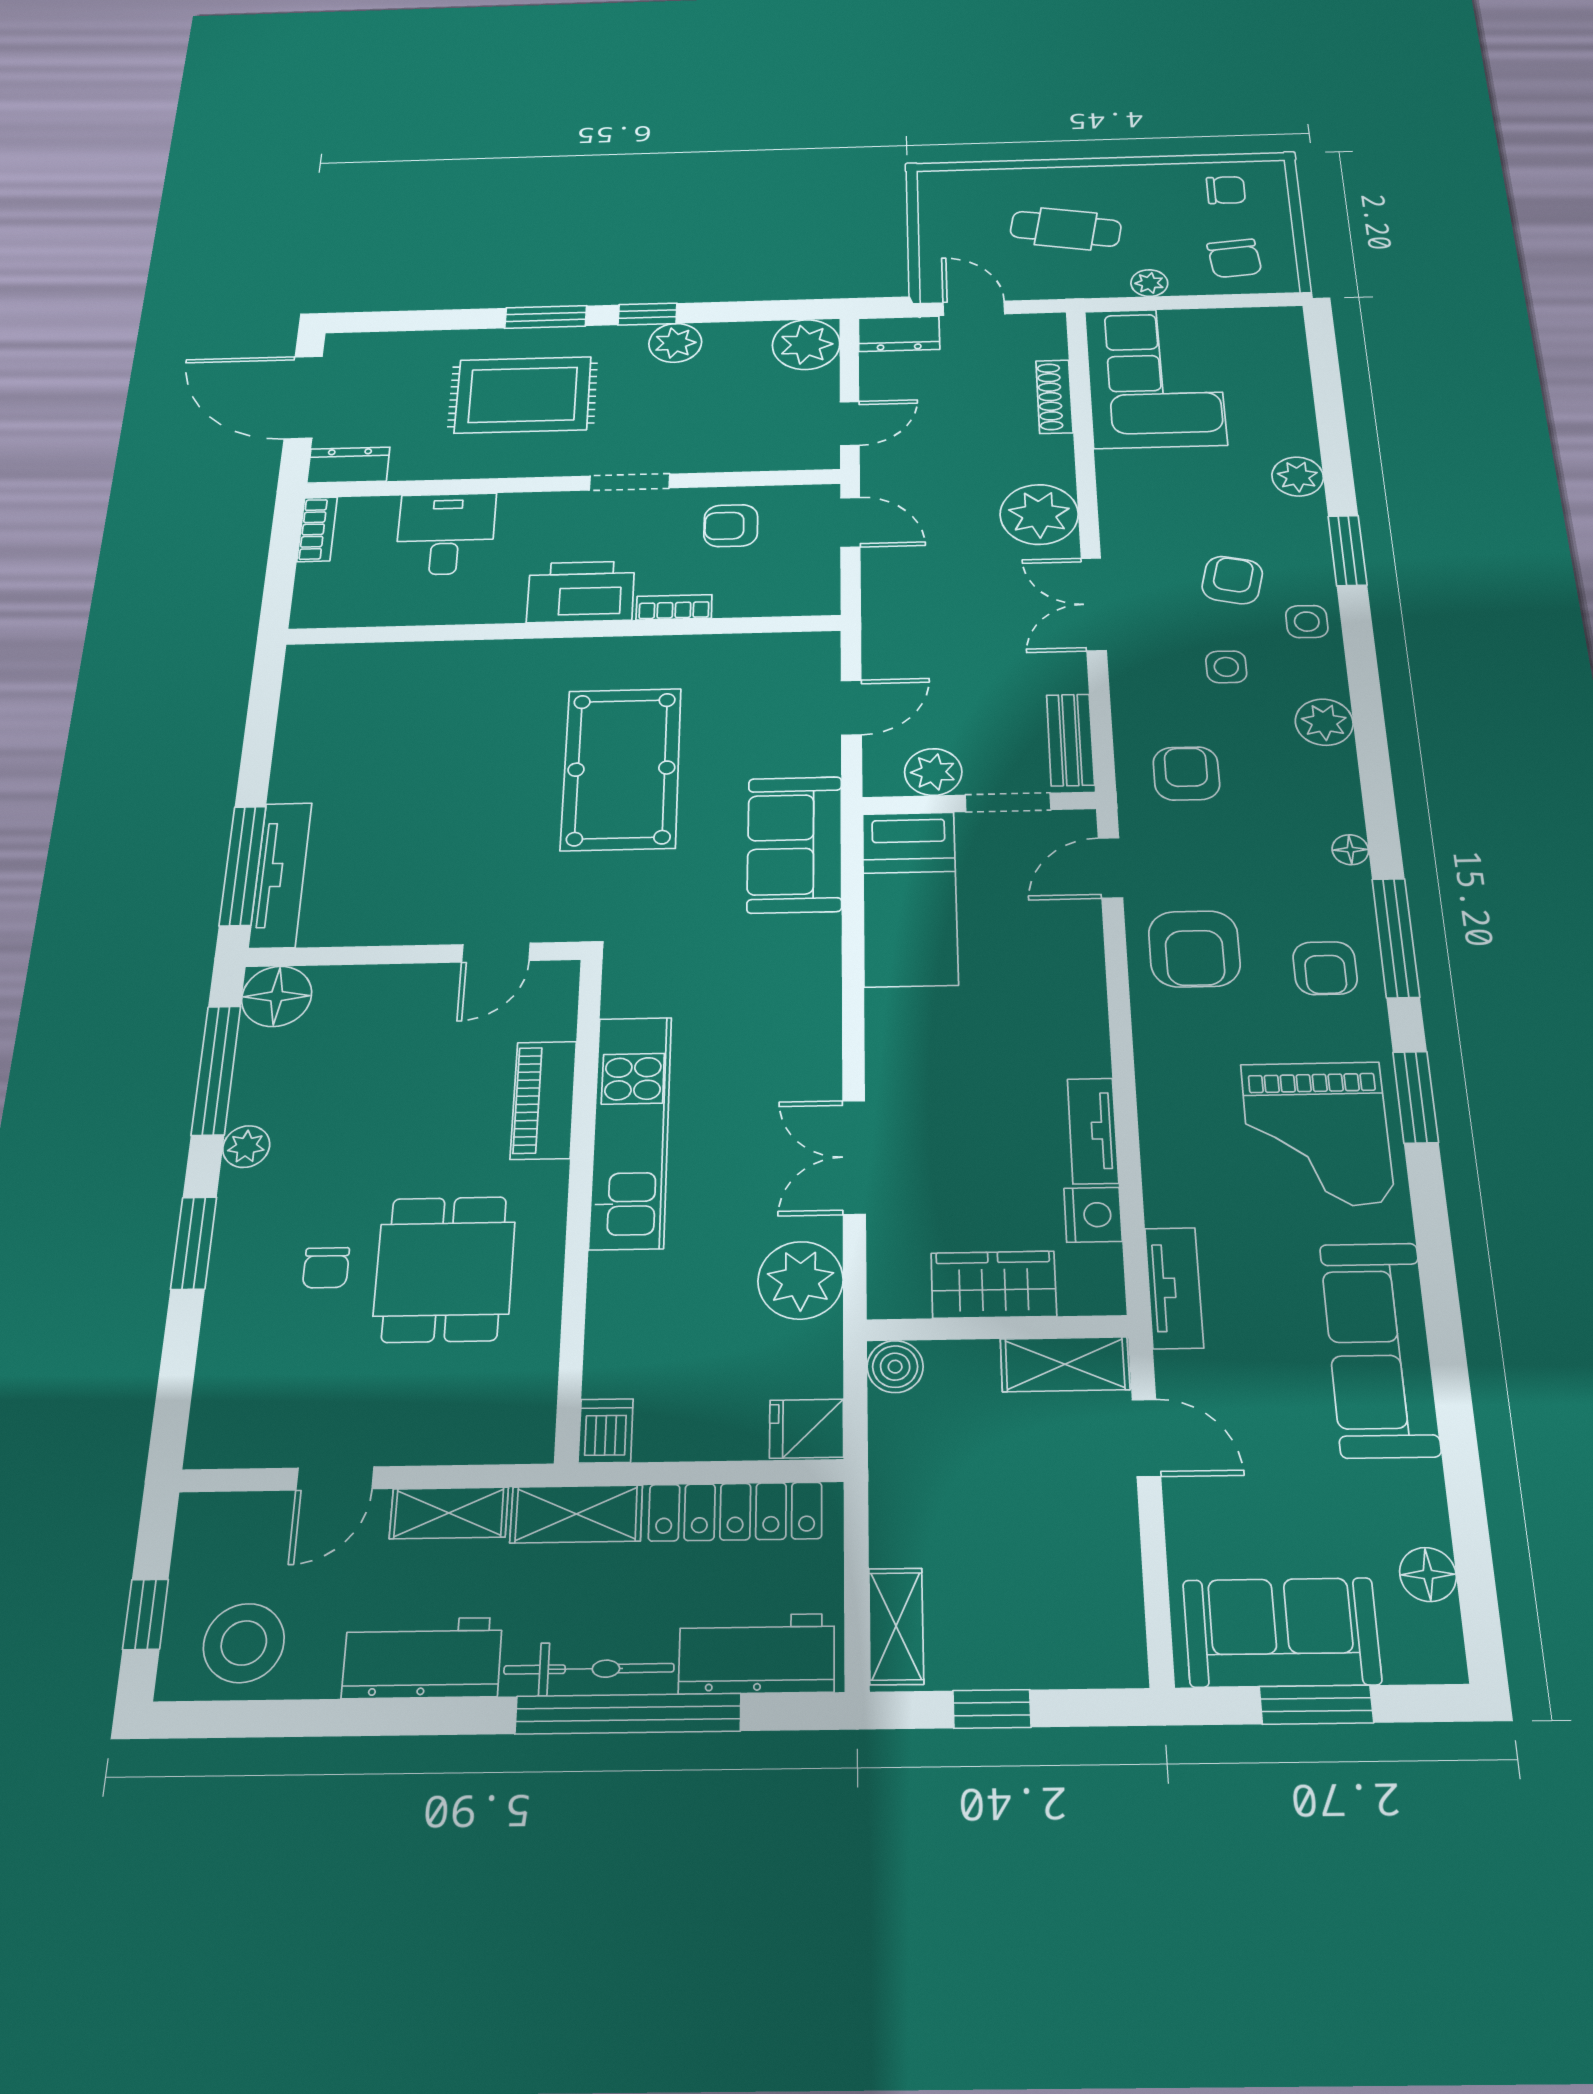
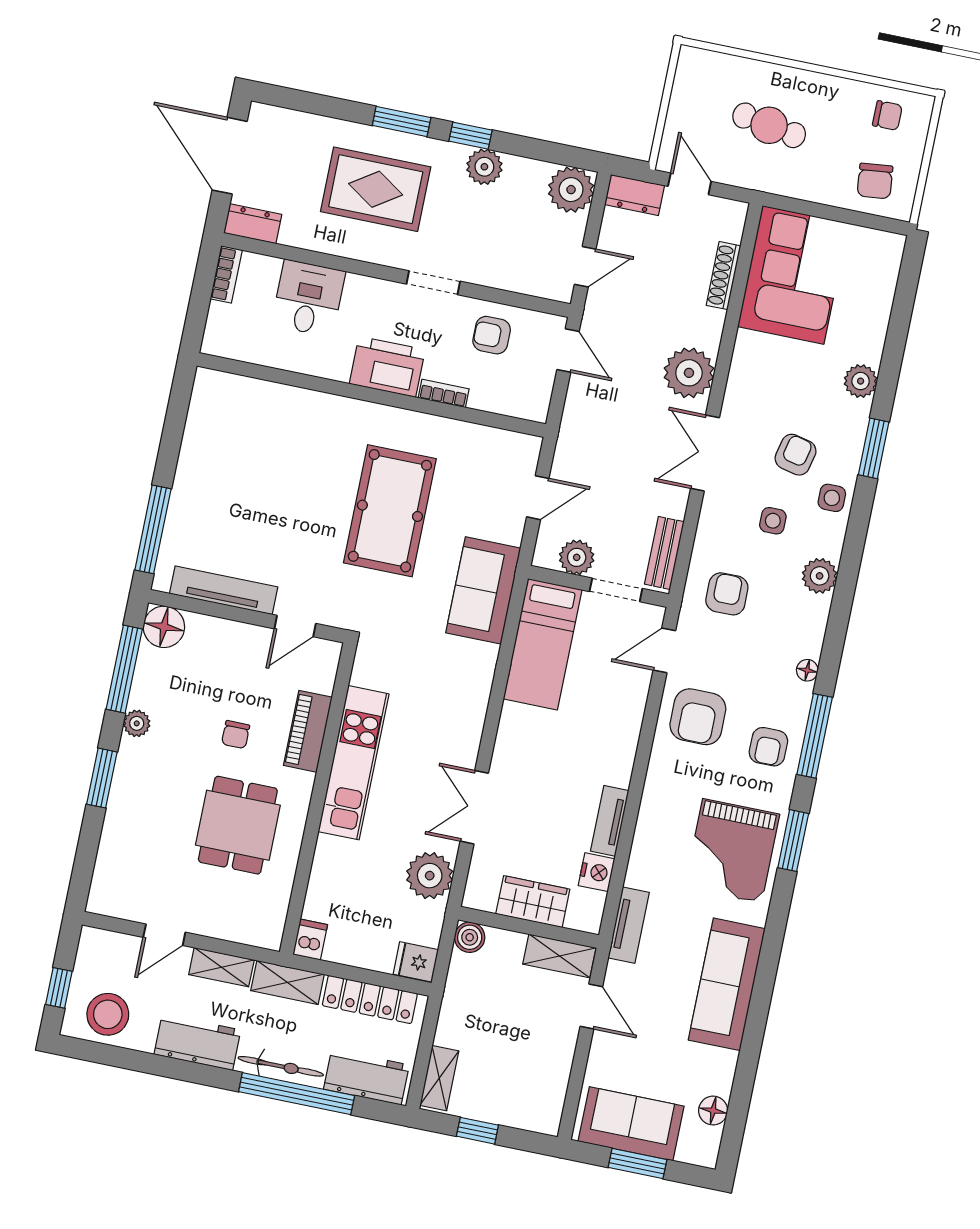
plant: (1149, 283) -> (812, 190), removed
tv unit: (280, 875) -> (224, 590), moved, turned -90
chair: (326, 1268) -> (236, 735), moved

